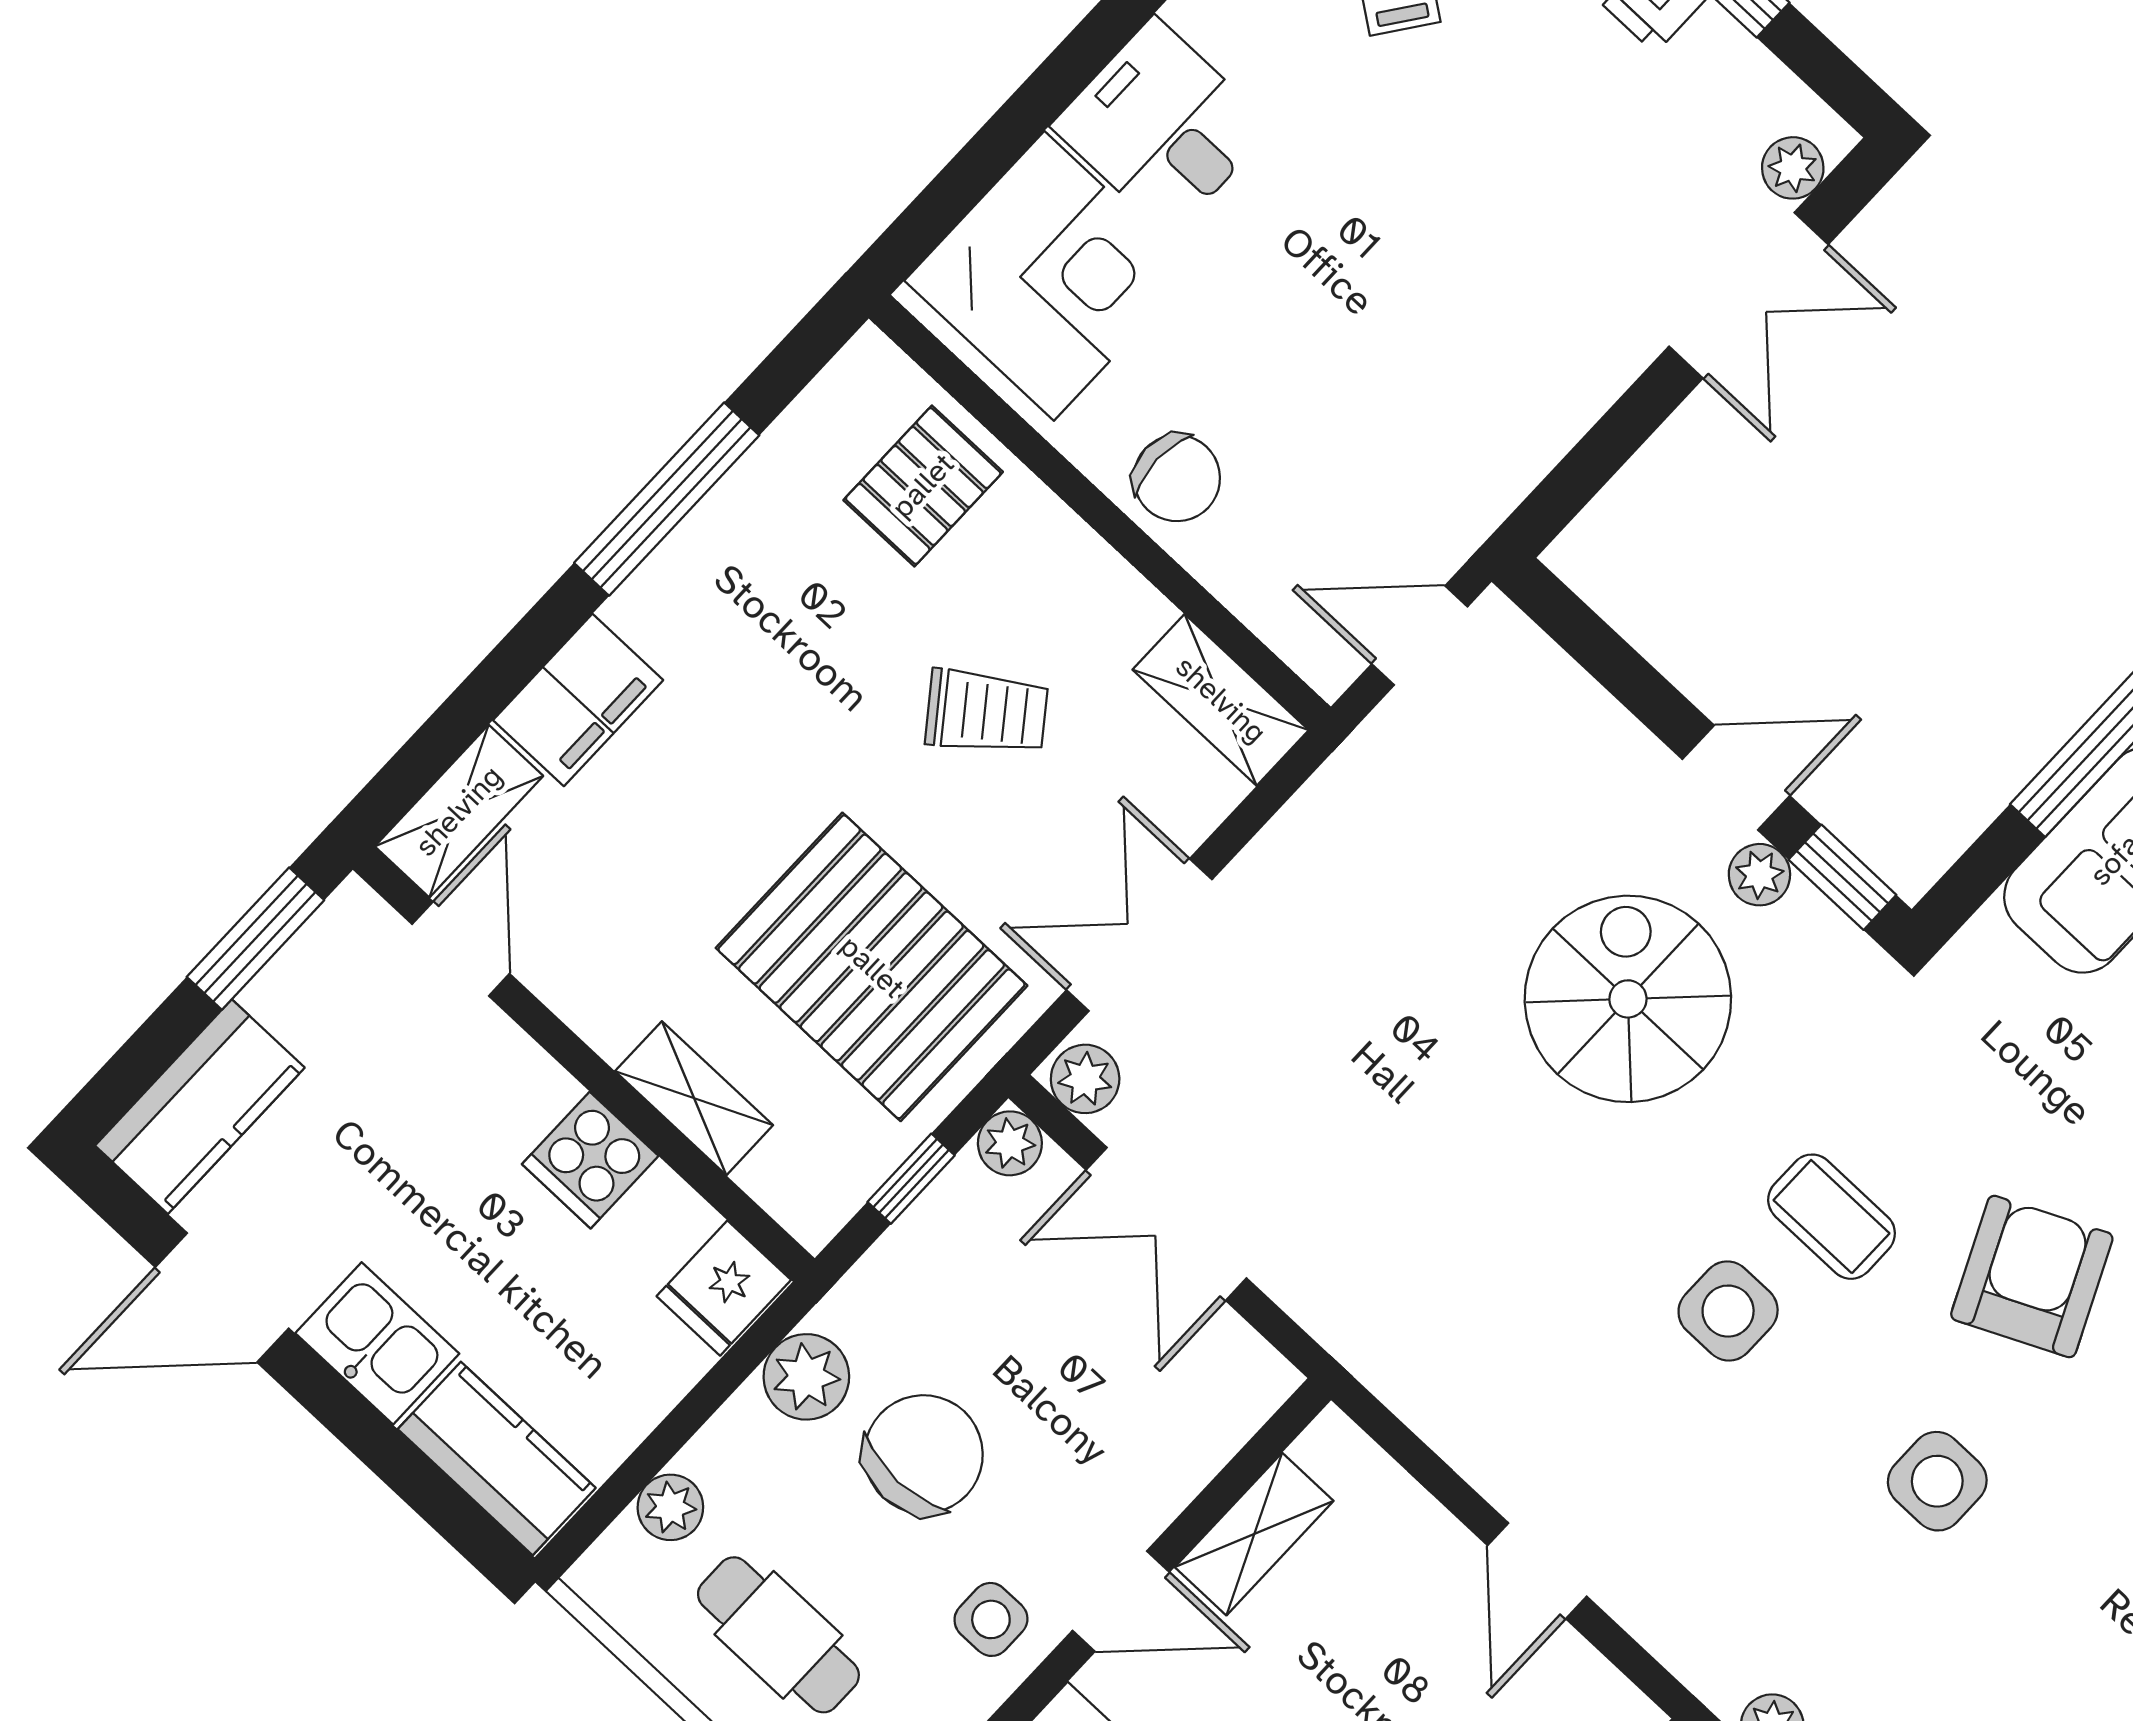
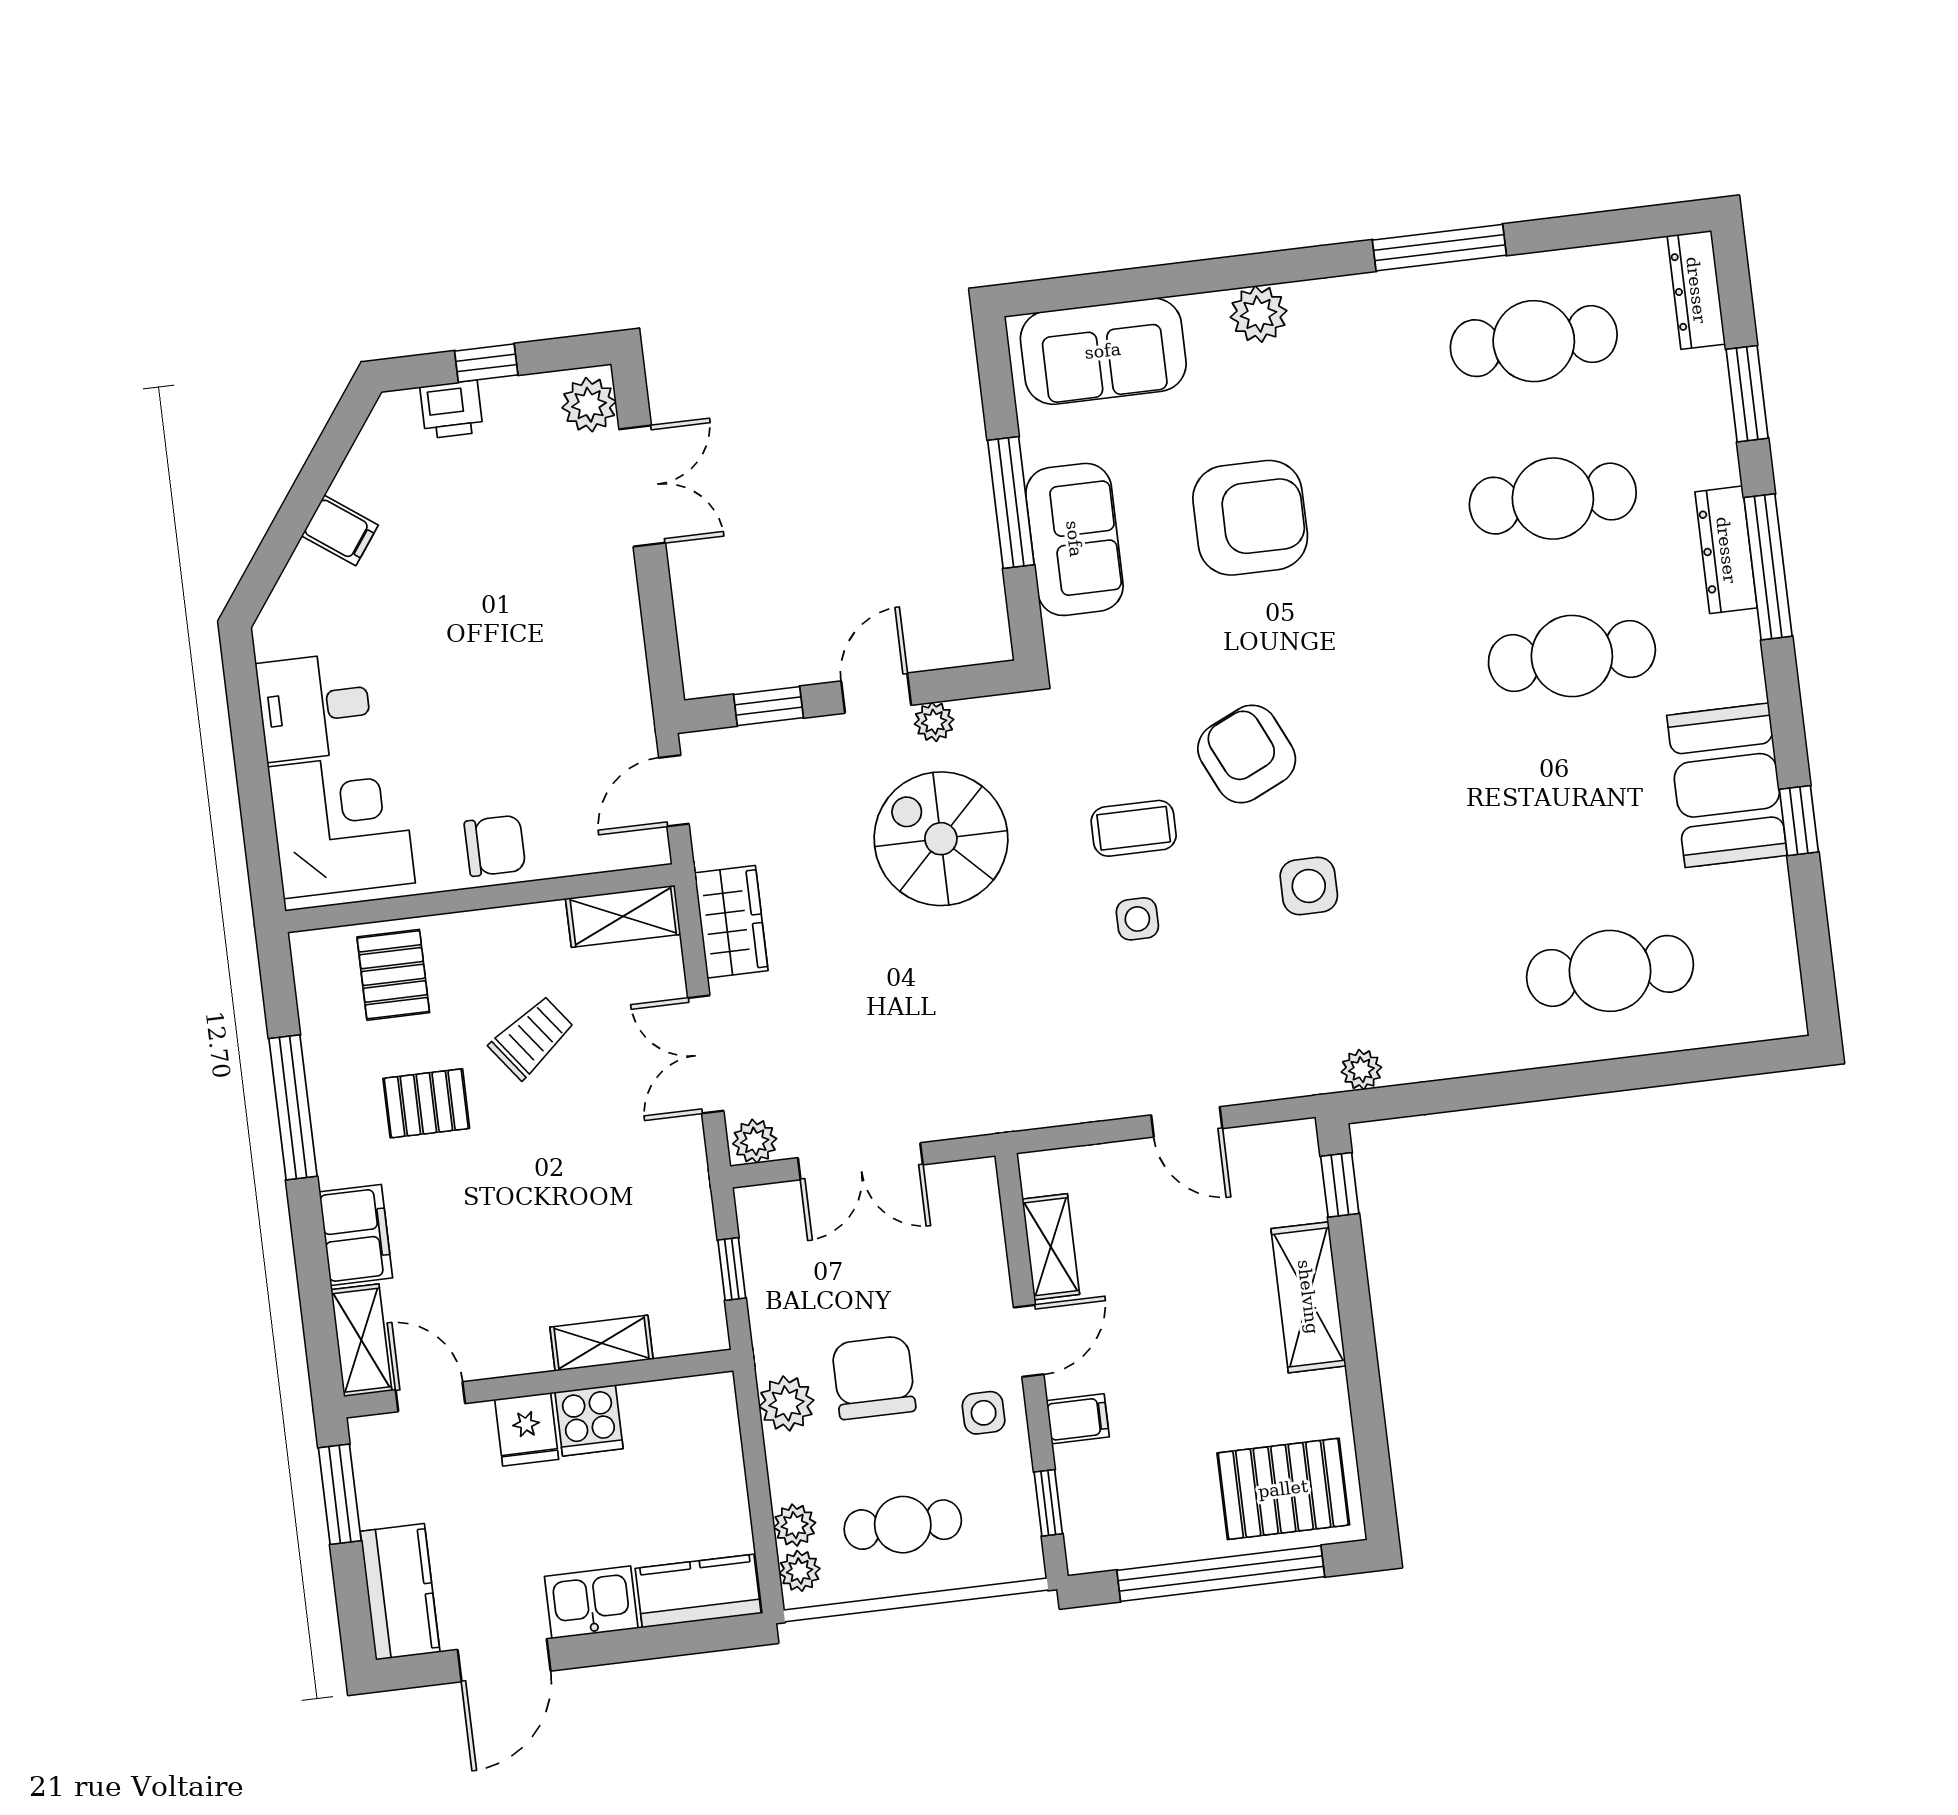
plant: (1793, 168) -> (589, 405), width x1.38, depth x1.38
wardrobe: (1321, 833) -> (731, 922), added
window: (1842, 877) -> (768, 706), moved
pallet: (872, 967) -> (426, 1103), moved, width x0.49, depth x0.50
plant: (1010, 1143) -> (800, 1571), moved
fridge: (724, 1288) -> (527, 1429), moved
side table: (1728, 1311) -> (1137, 919), width x0.73, depth x0.73

